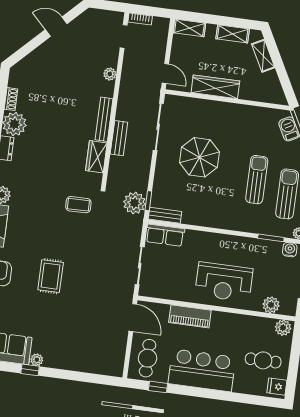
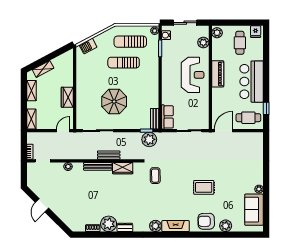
wardrobe: (215, 87) -> (67, 97), width x0.67
piano: (190, 316) -> (218, 74), moved
window: (30, 370) -> (266, 193), removed

